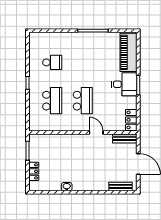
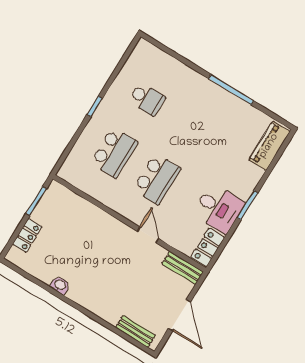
piano: (128, 52) -> (269, 146), width x0.73, depth x0.75
desk: (124, 84) -> (219, 208), moved

